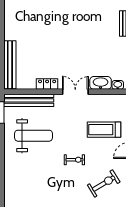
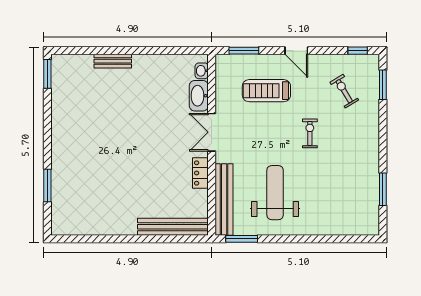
treadmill: (104, 130) -> (266, 91), turned 90
exercise bike: (104, 184) -> (344, 91), width x0.73, depth x0.72

